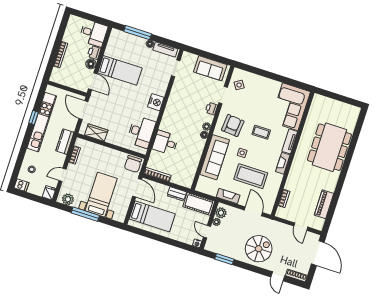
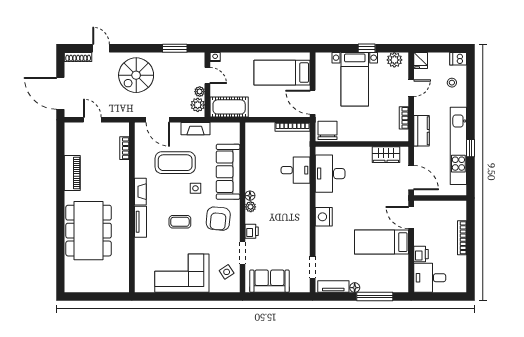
floor lamp: (91, 64) -> (421, 238), removed
corner sofa: (290, 107) -> (182, 273), moved, turned -90
dresser: (177, 194) -> (261, 111), removed
piano: (324, 204) -> (72, 173), moved
window: (85, 214) -> (367, 48), width x0.46

